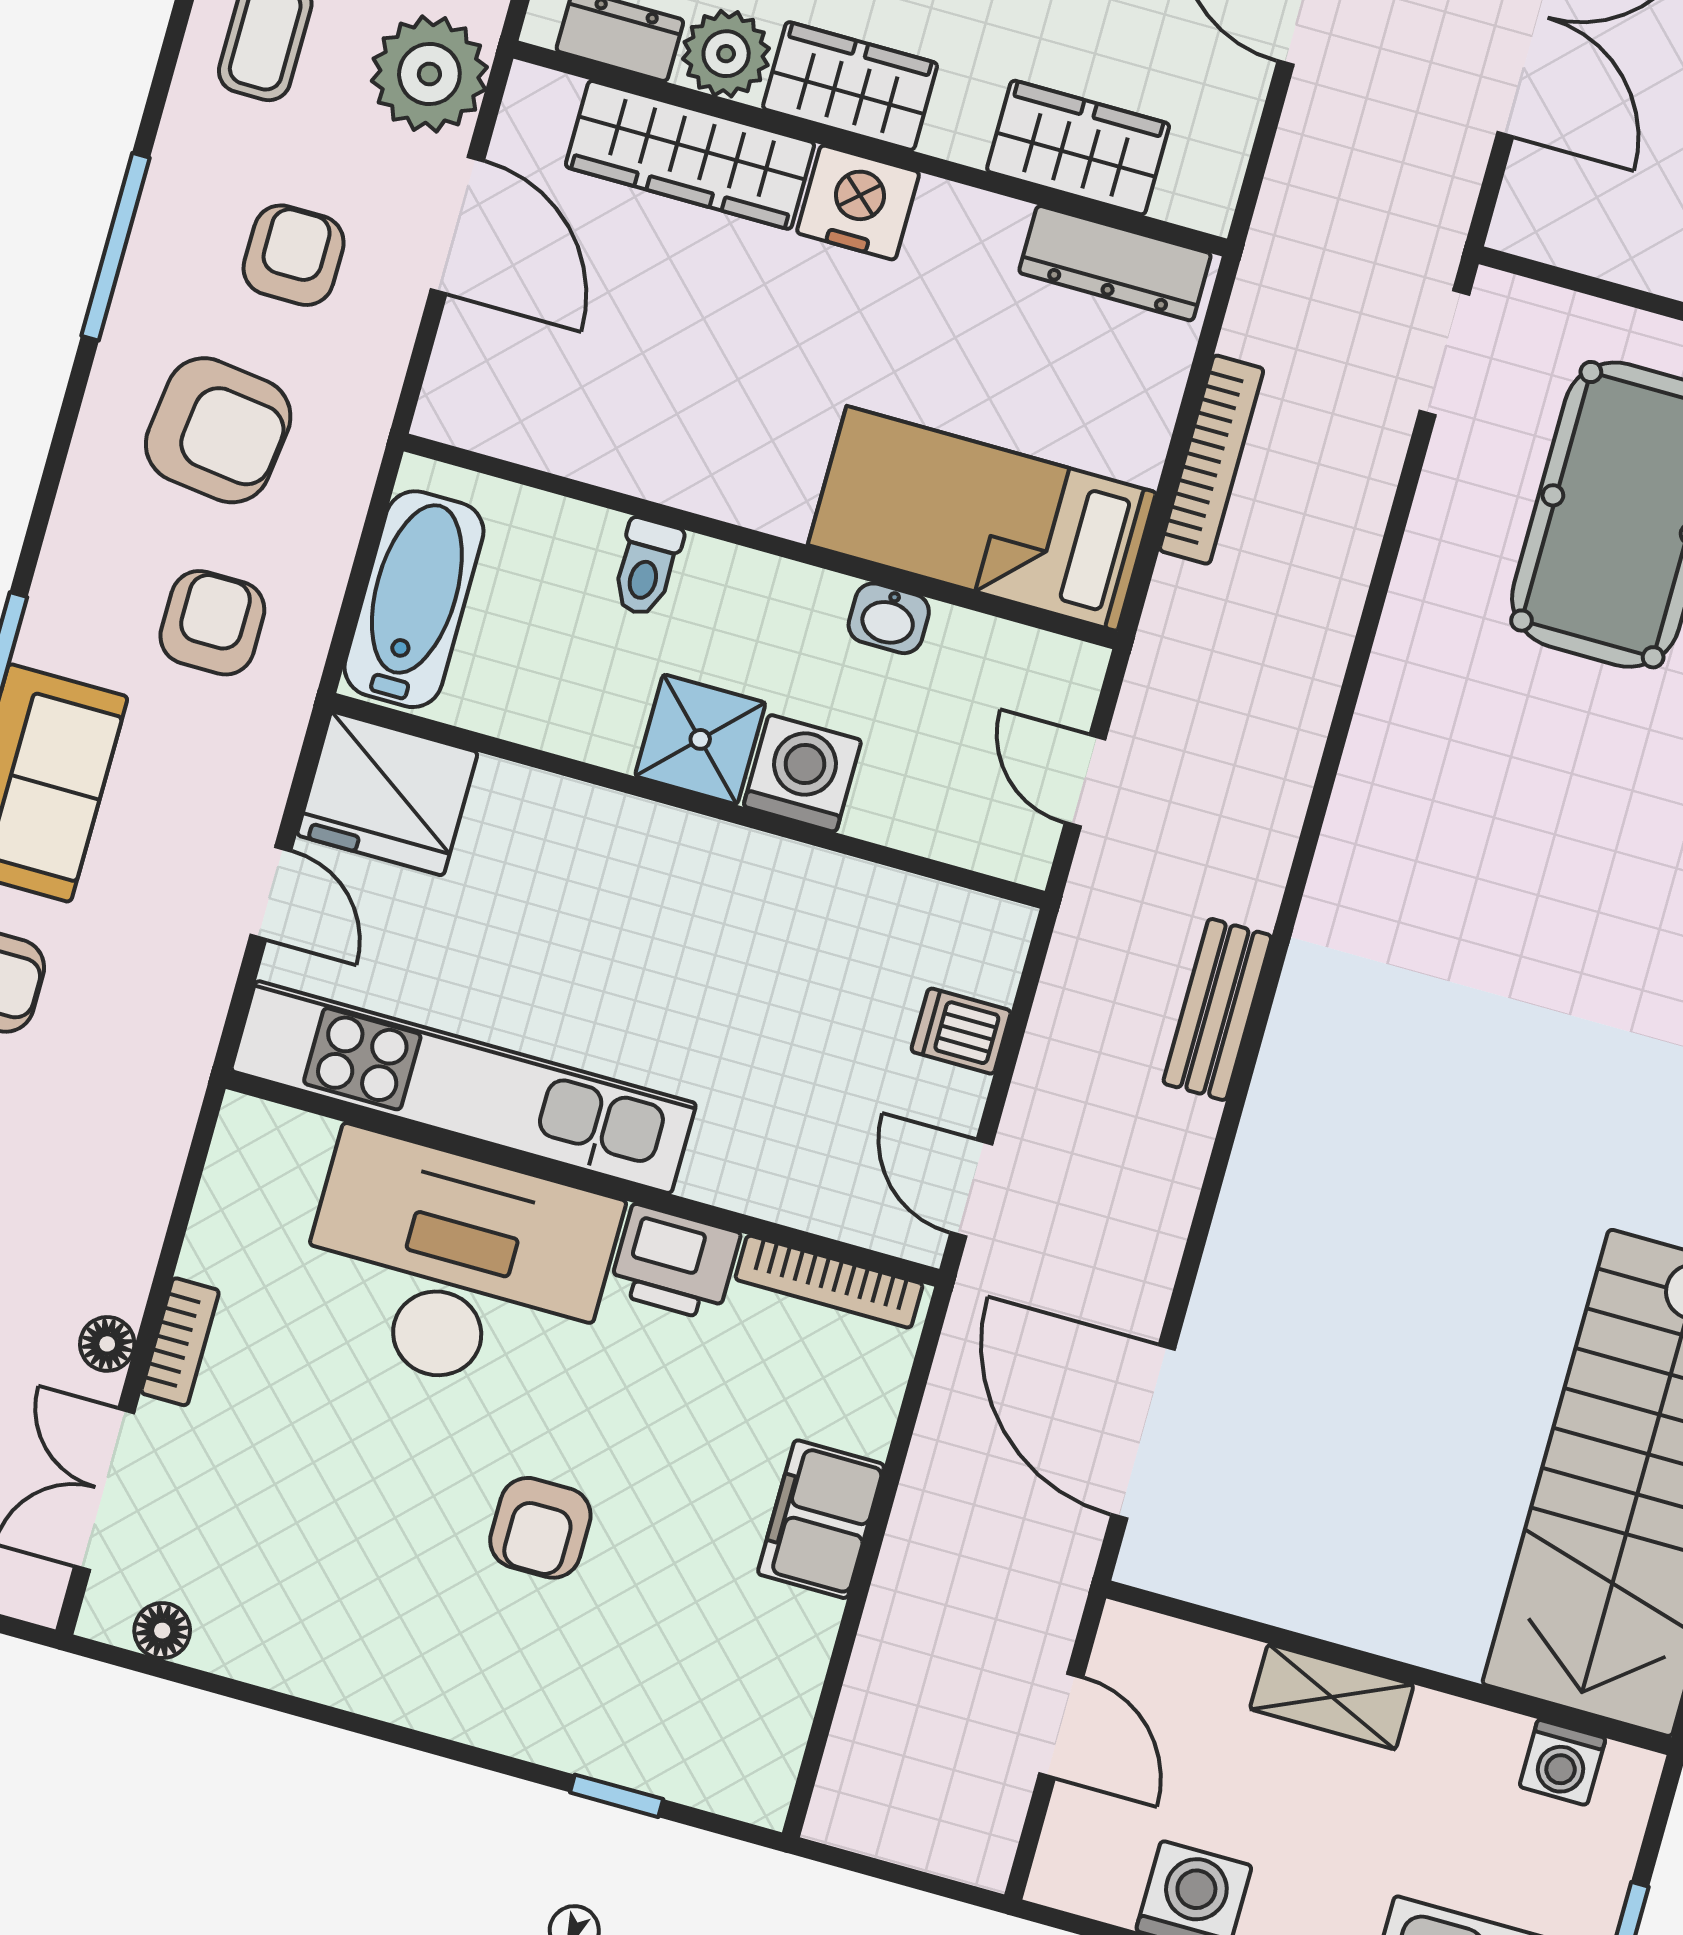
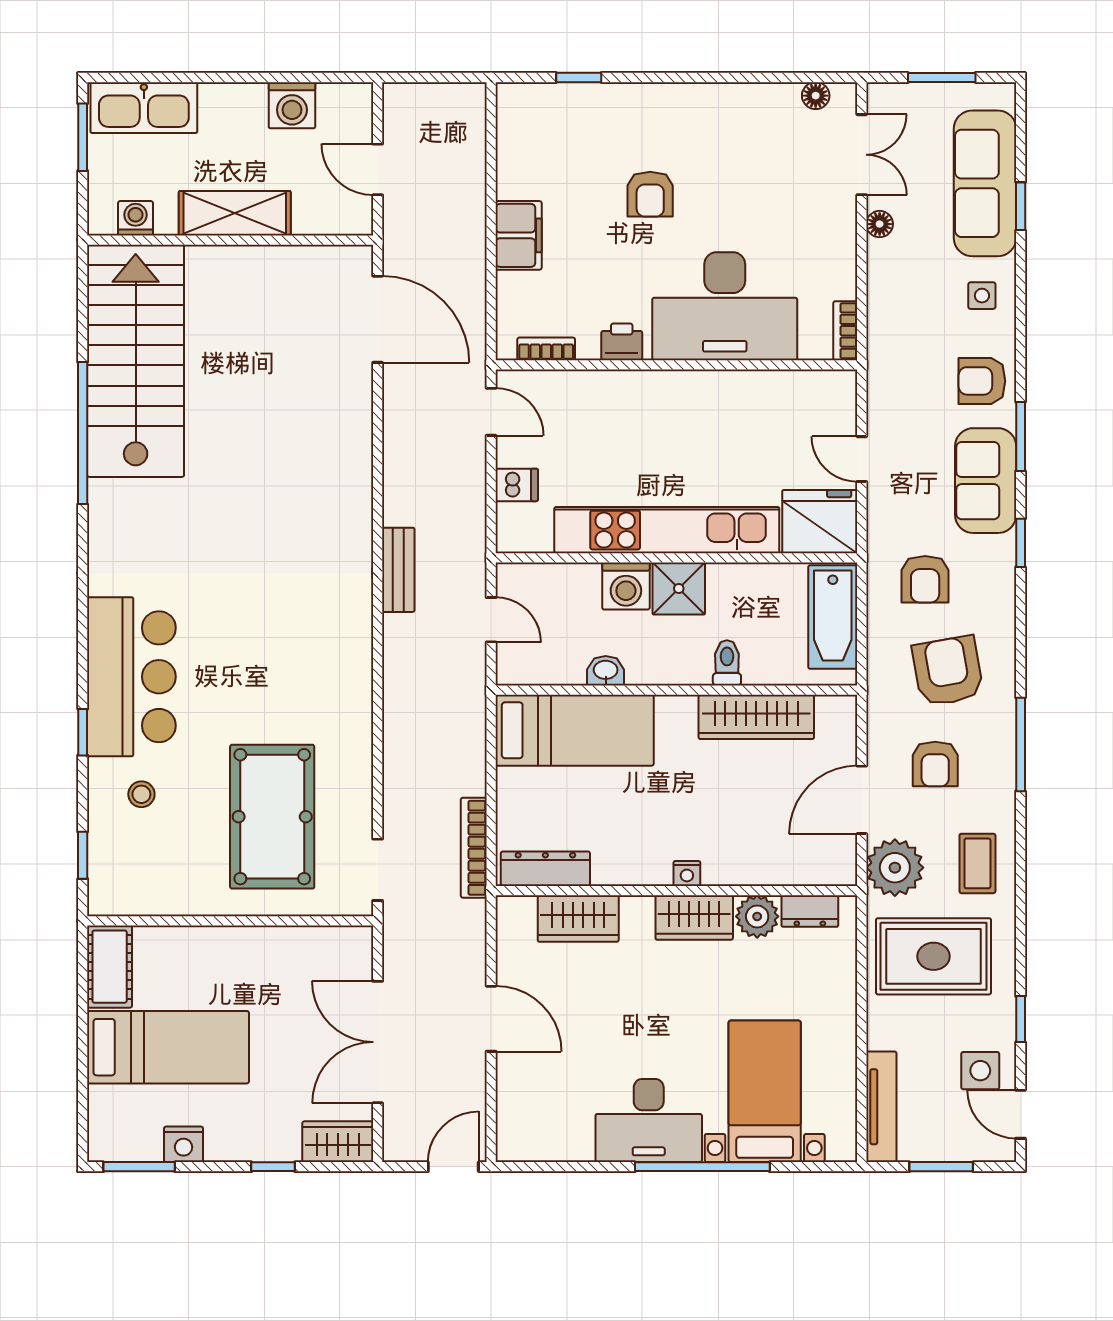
wardrobe: (690, 155) -> (756, 717), moved, turned 180
nightstand: (858, 203) -> (687, 873), width x0.53, depth x0.56
door: (457, 225) -> (862, 800), hinge flipped
armchair: (218, 430) -> (948, 671), turned 73
bookcase: (1212, 460) -> (474, 848), moved
bench: (1217, 1009) -> (398, 570), moved
kitchen unit: (464, 1087) -> (667, 530), moved, turned 180
printer: (675, 1263) -> (622, 342), width x0.73, depth x0.81
bookcase: (829, 1282) -> (546, 349), width x0.64
bookcase: (180, 1342) -> (845, 331), moved
armchair: (540, 1528) -> (650, 194), turned 180
shelving: (1332, 1697) -> (235, 213), width x1.50, depth x1.33

